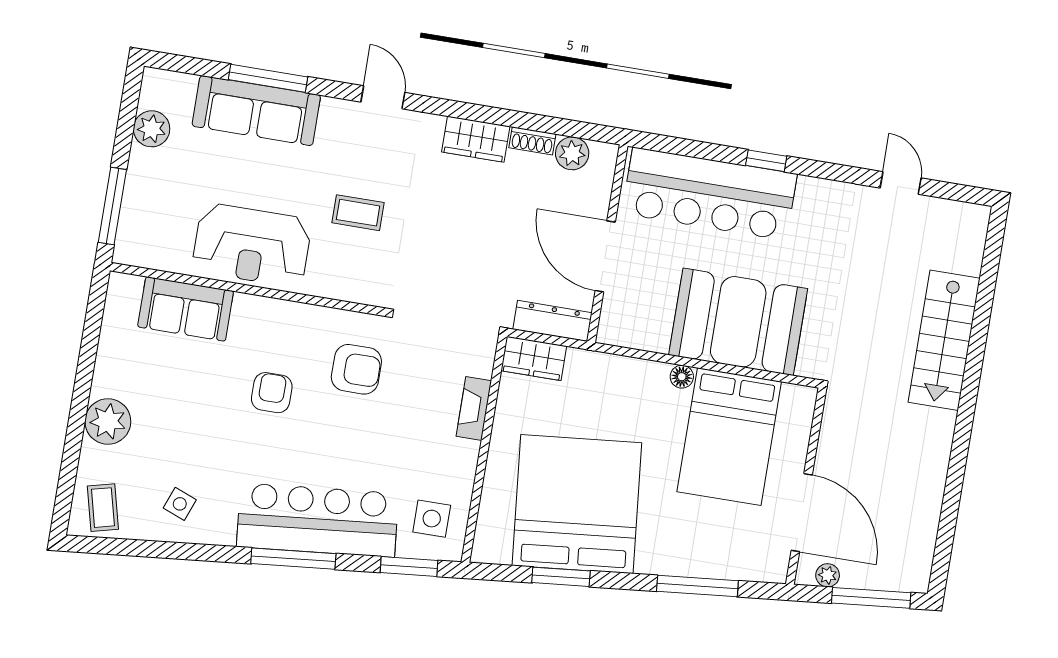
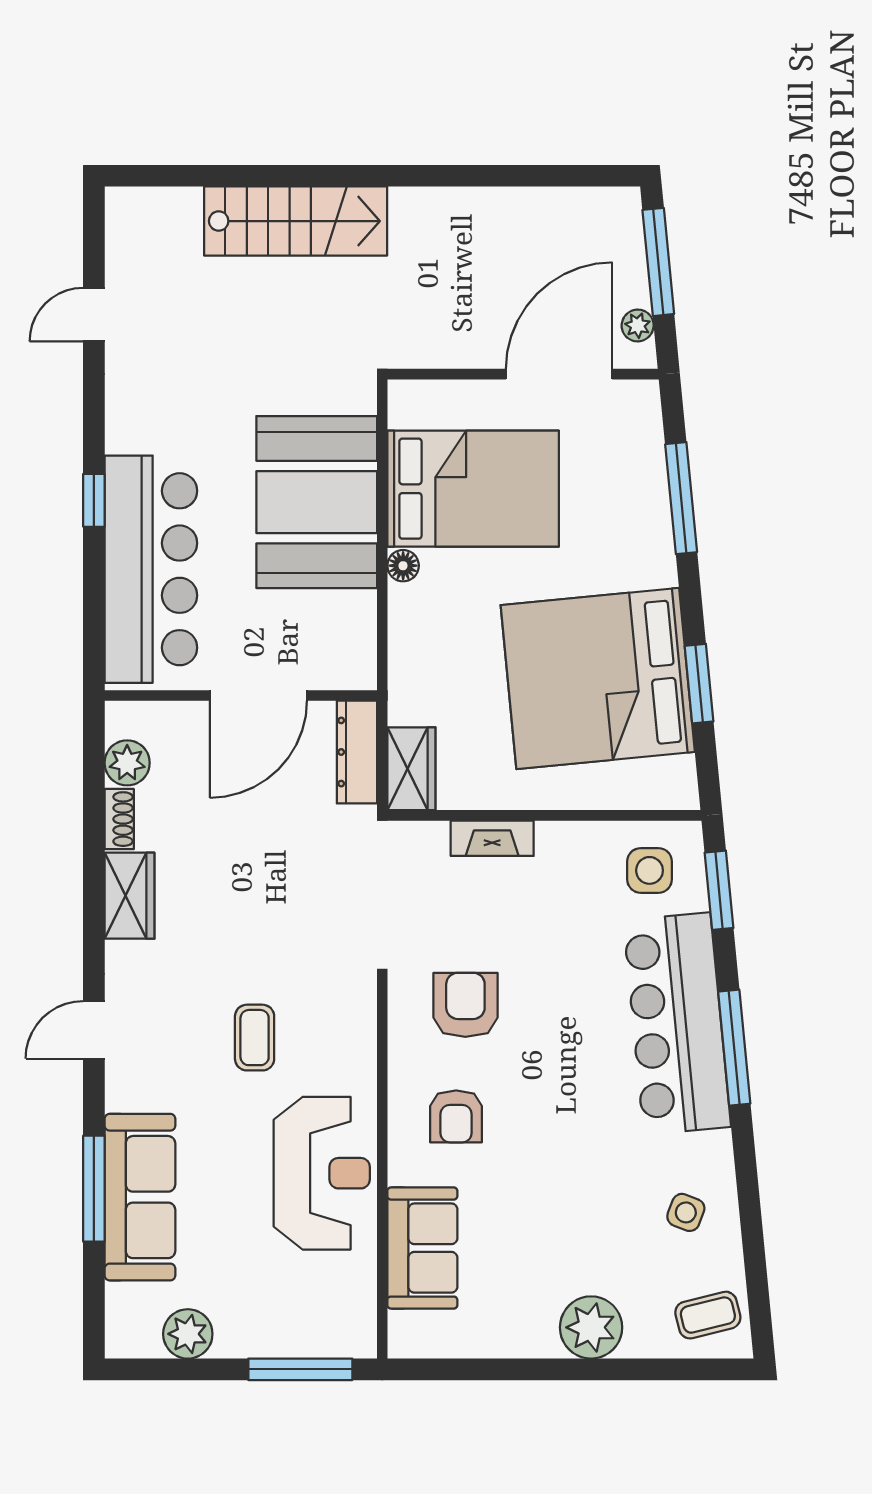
armchair: (272, 393) -> (456, 1116), moved, turned -90

